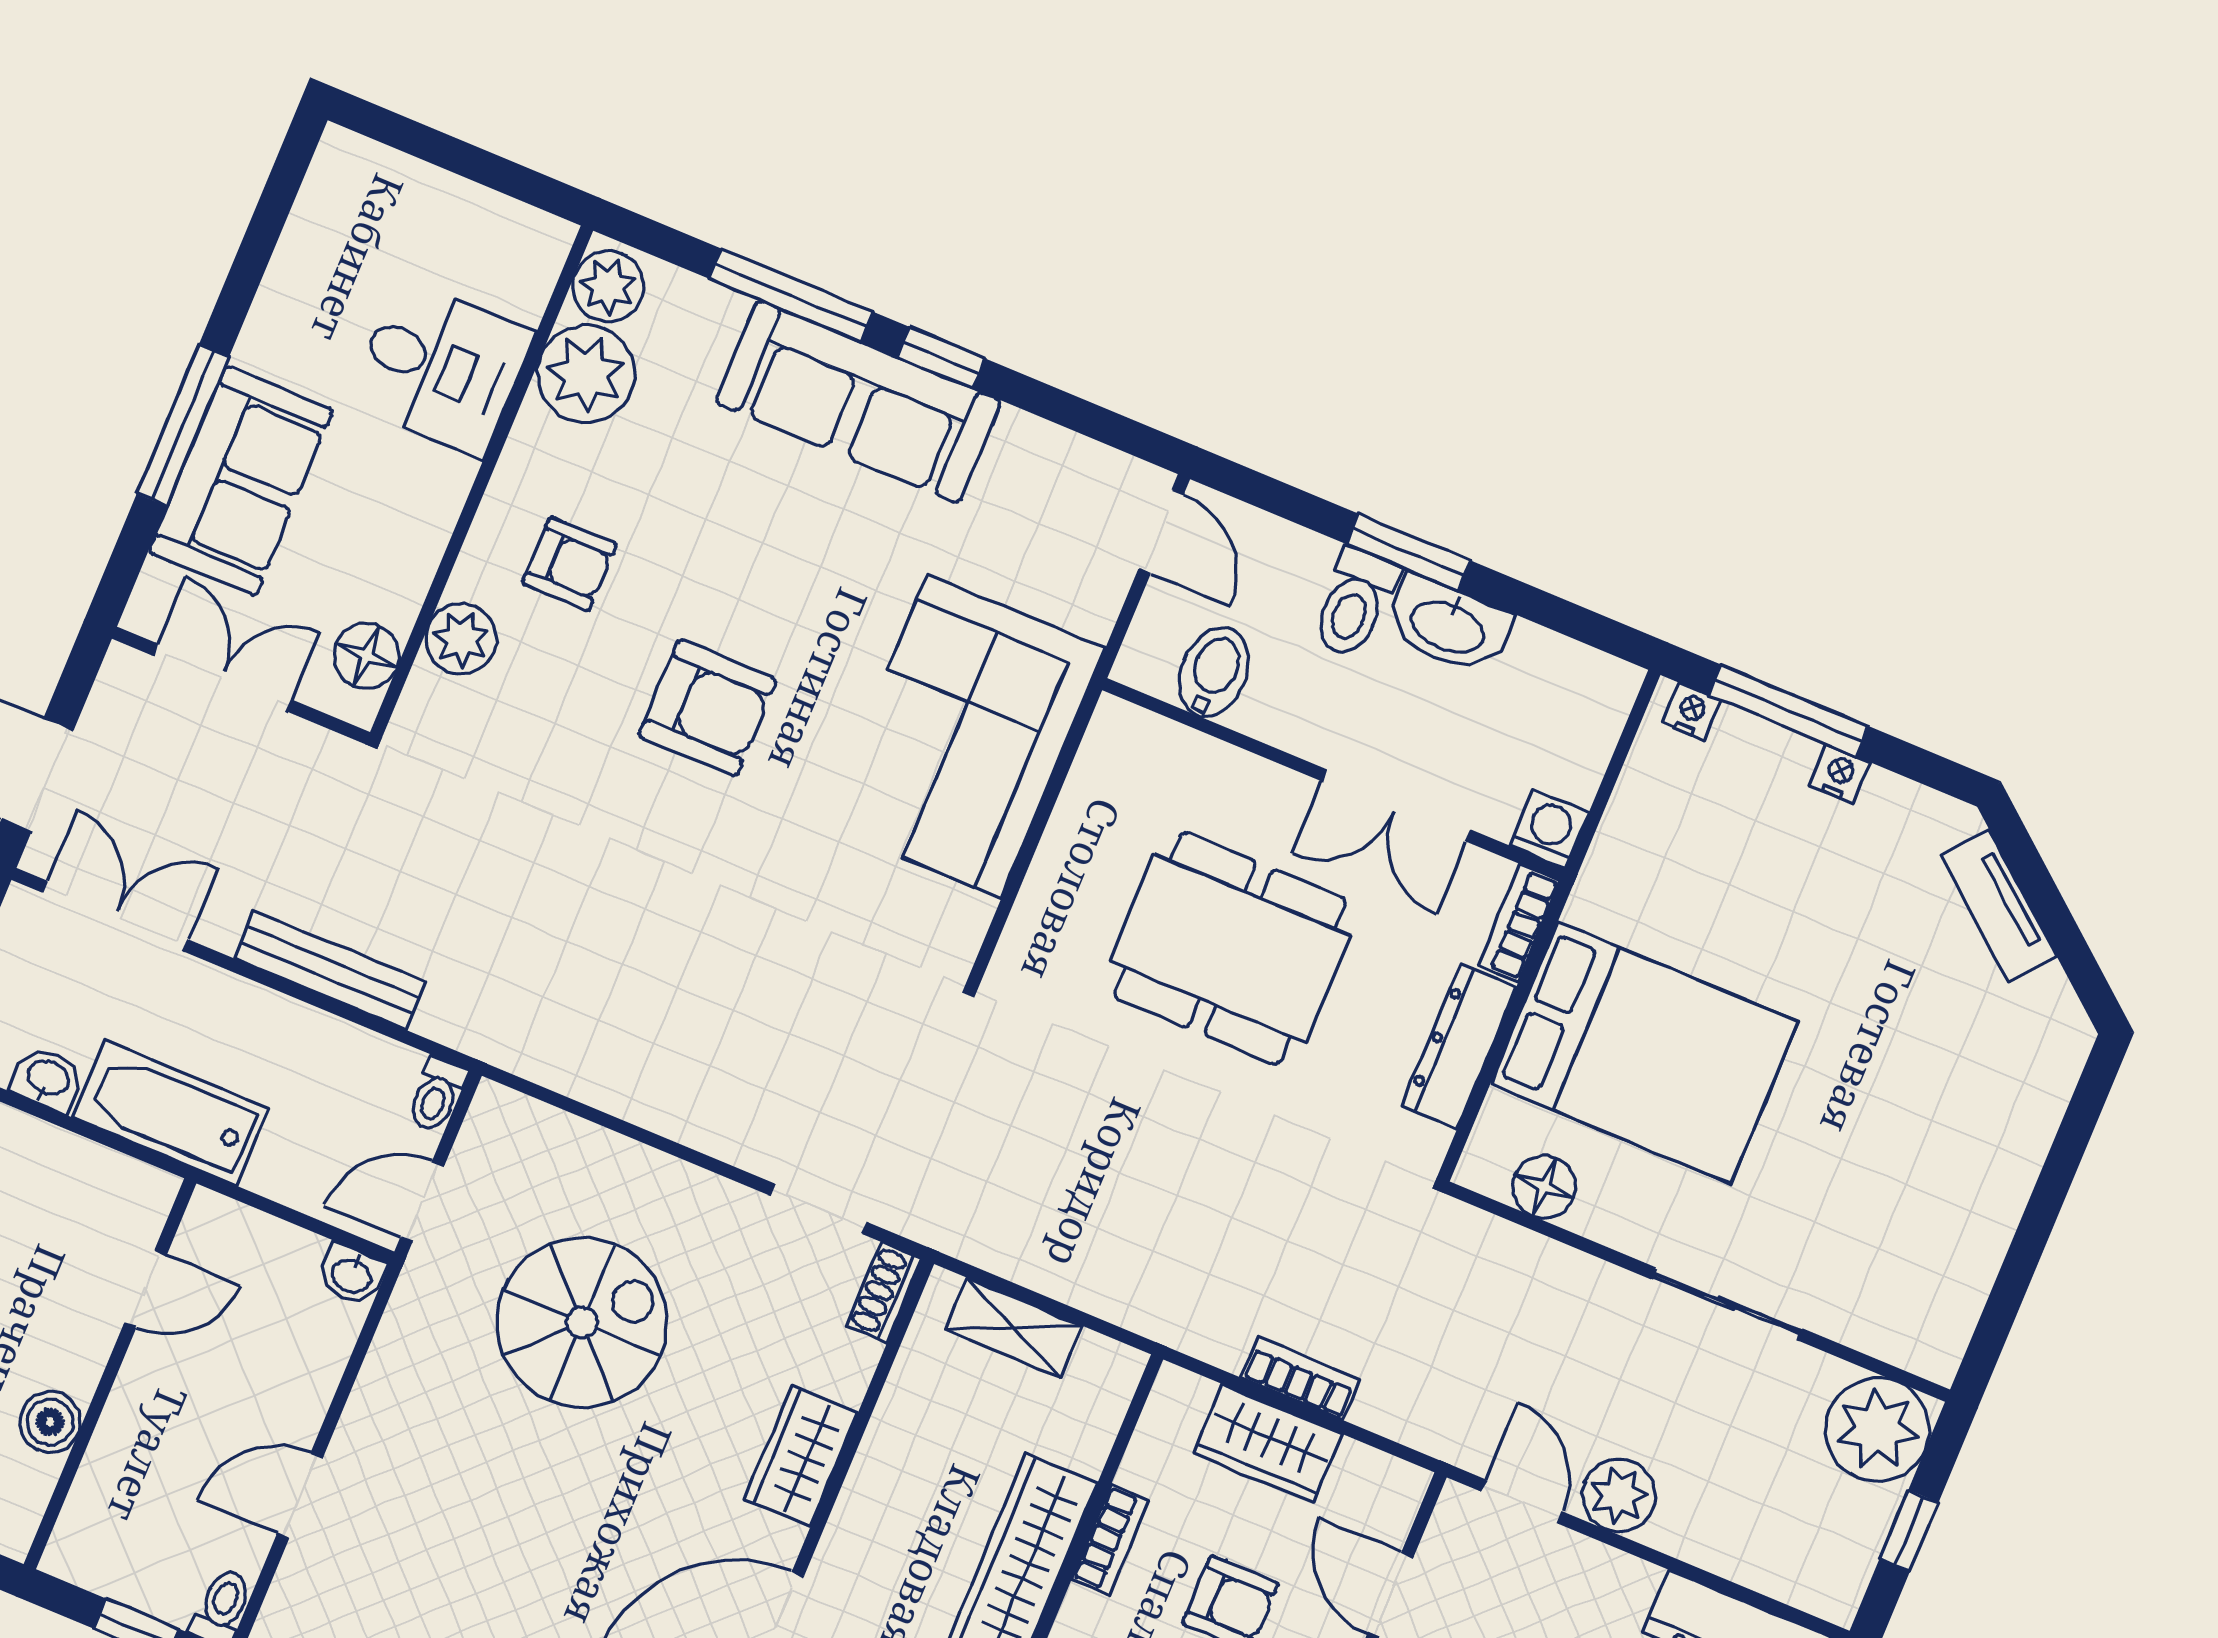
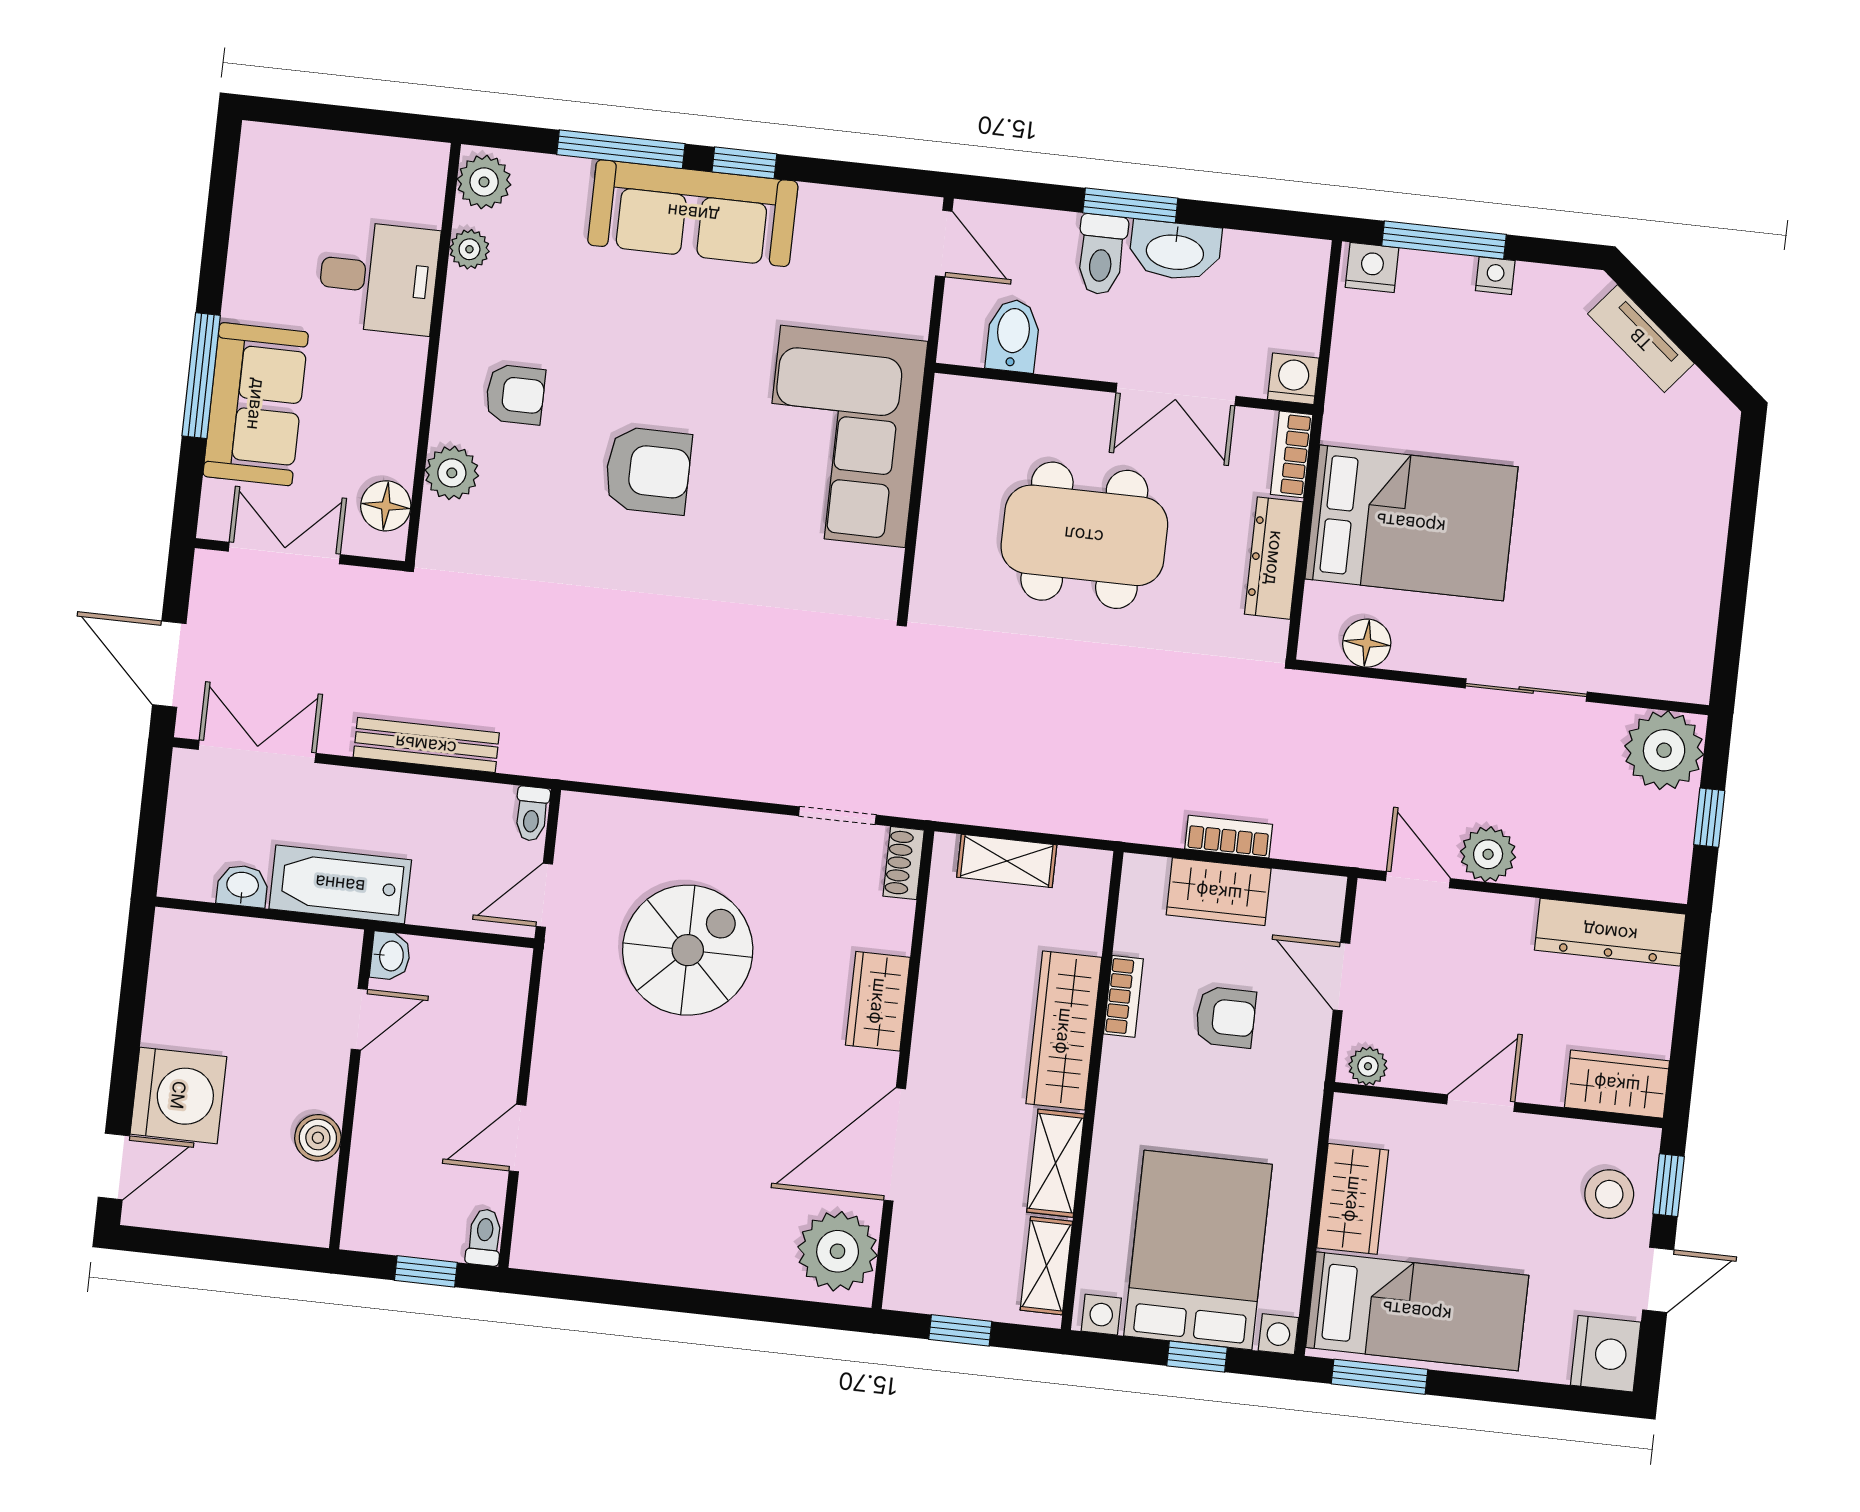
plant: (586, 374) -> (469, 249), width x0.53, depth x0.53
nightstand: (1691, 711) -> (1372, 267), width x1.39, depth x1.35
washbasin: (352, 1275) -> (390, 956), moved, turned -90

